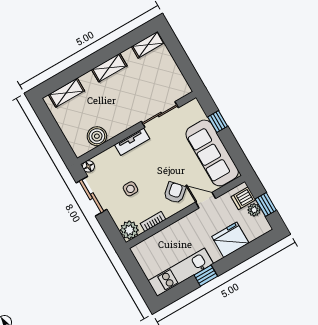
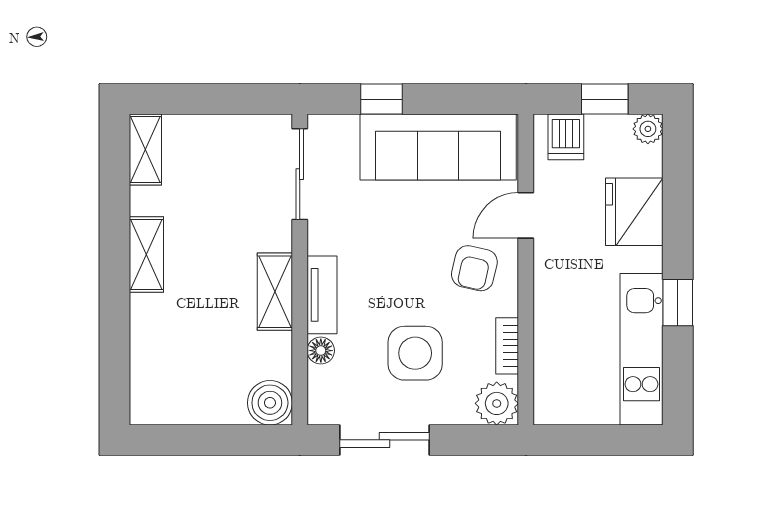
shelving: (66, 93) -> (275, 292), moved
sliding door: (160, 114) -> (300, 174), moved
boiler: (97, 136) -> (270, 403), moved
floor lamp: (88, 166) -> (321, 351), moved
side table: (130, 189) -> (415, 353), width x1.87, depth x1.87
armchair: (175, 193) -> (474, 268), turned -126
plant: (254, 210) -> (648, 129), moved

